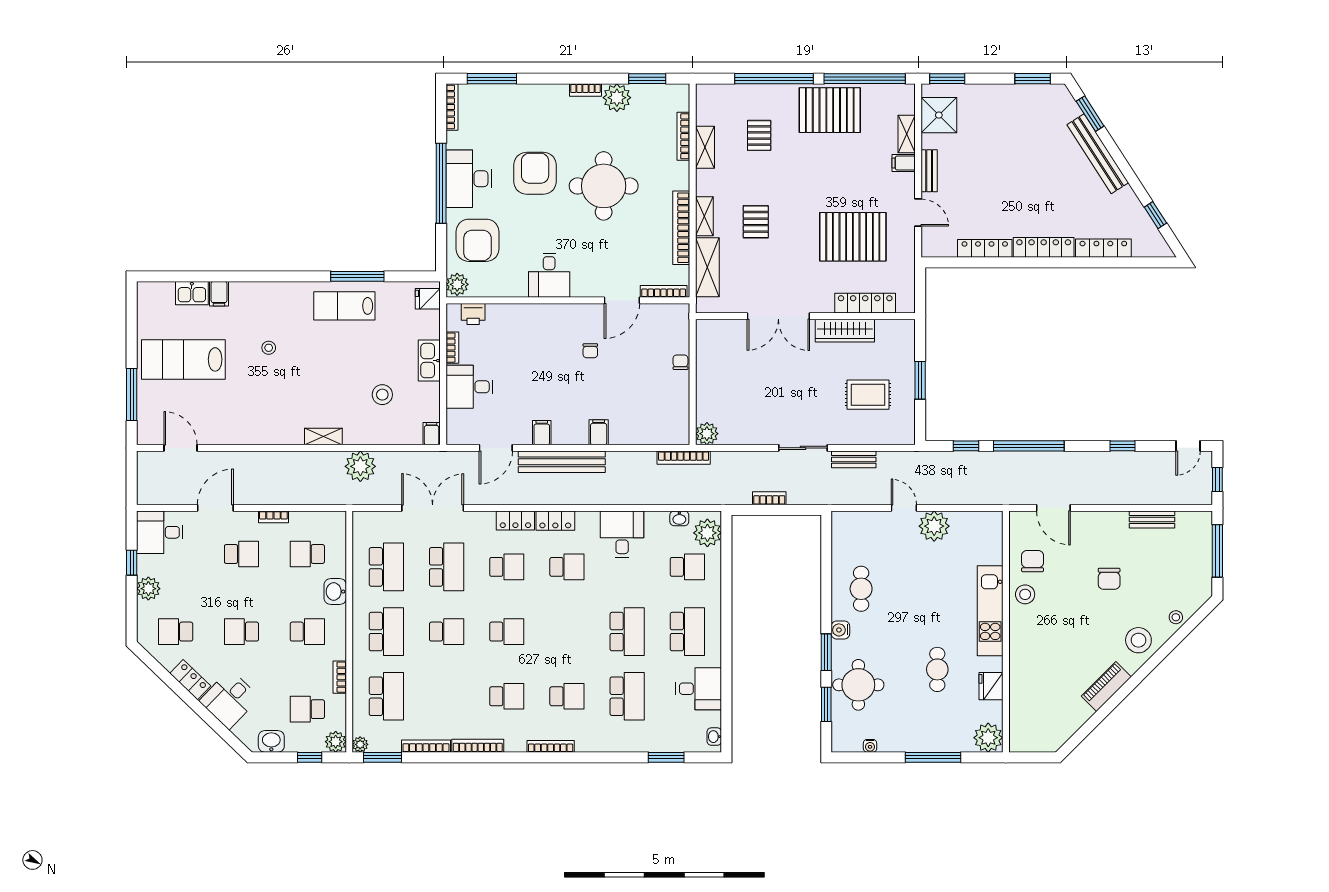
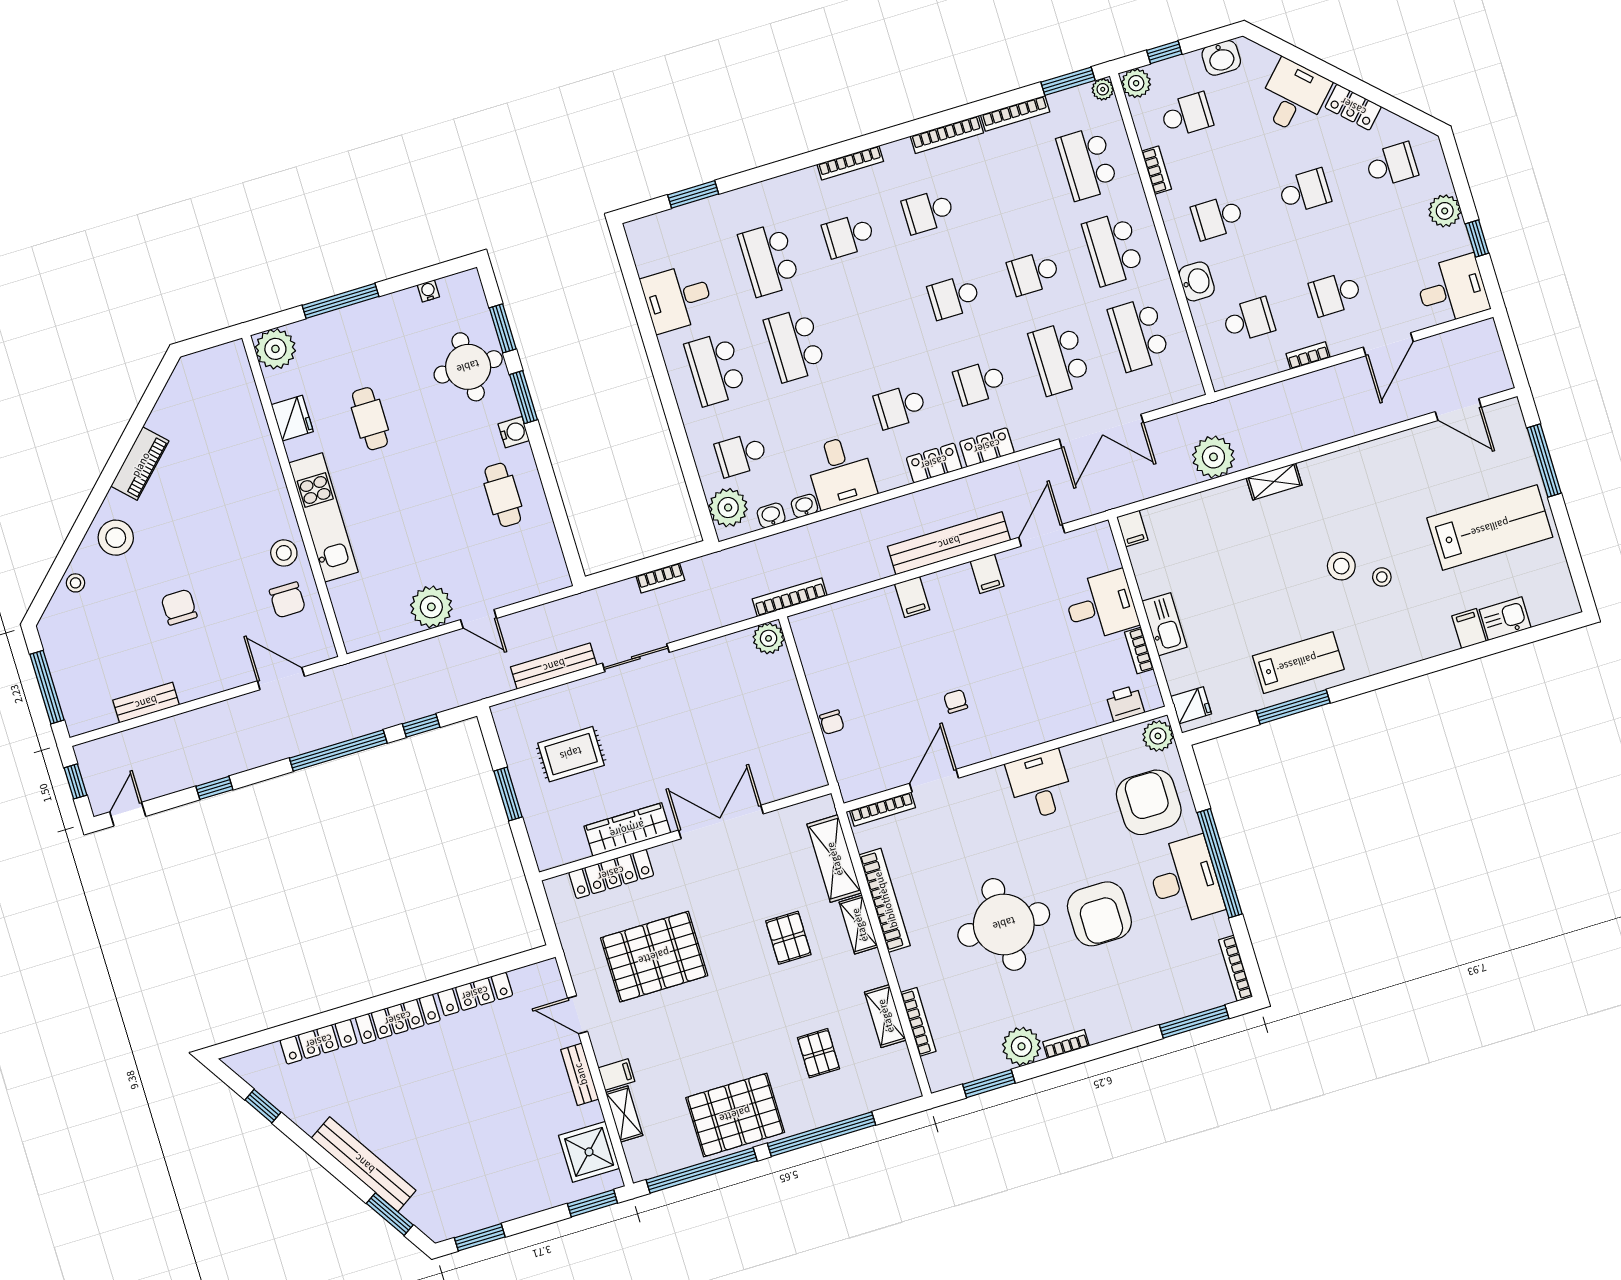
stool: (382, 395) -> (1341, 566), moved
bench: (854, 459) -> (554, 666), width x1.36
washbasin: (714, 737) -> (804, 506), moved, turned -90

